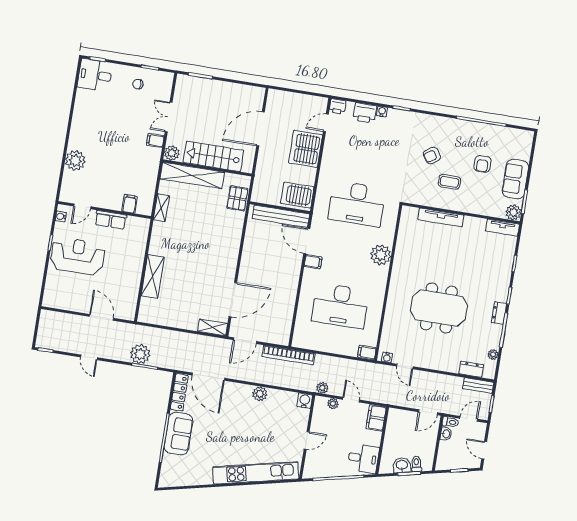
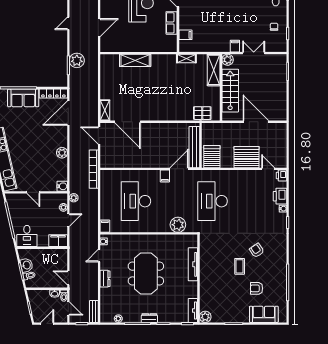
shelving: (192, 175) -> (214, 70), width x0.68
sofa: (515, 179) -> (264, 314), moved
plant: (513, 212) -> (205, 317), moved
wall: (461, 213) -> (198, 278), moved
tv unit: (441, 217) -> (193, 264), moved
tv unit: (502, 228) -> (193, 310), moved
dresser: (471, 369) -> (105, 279), moved

